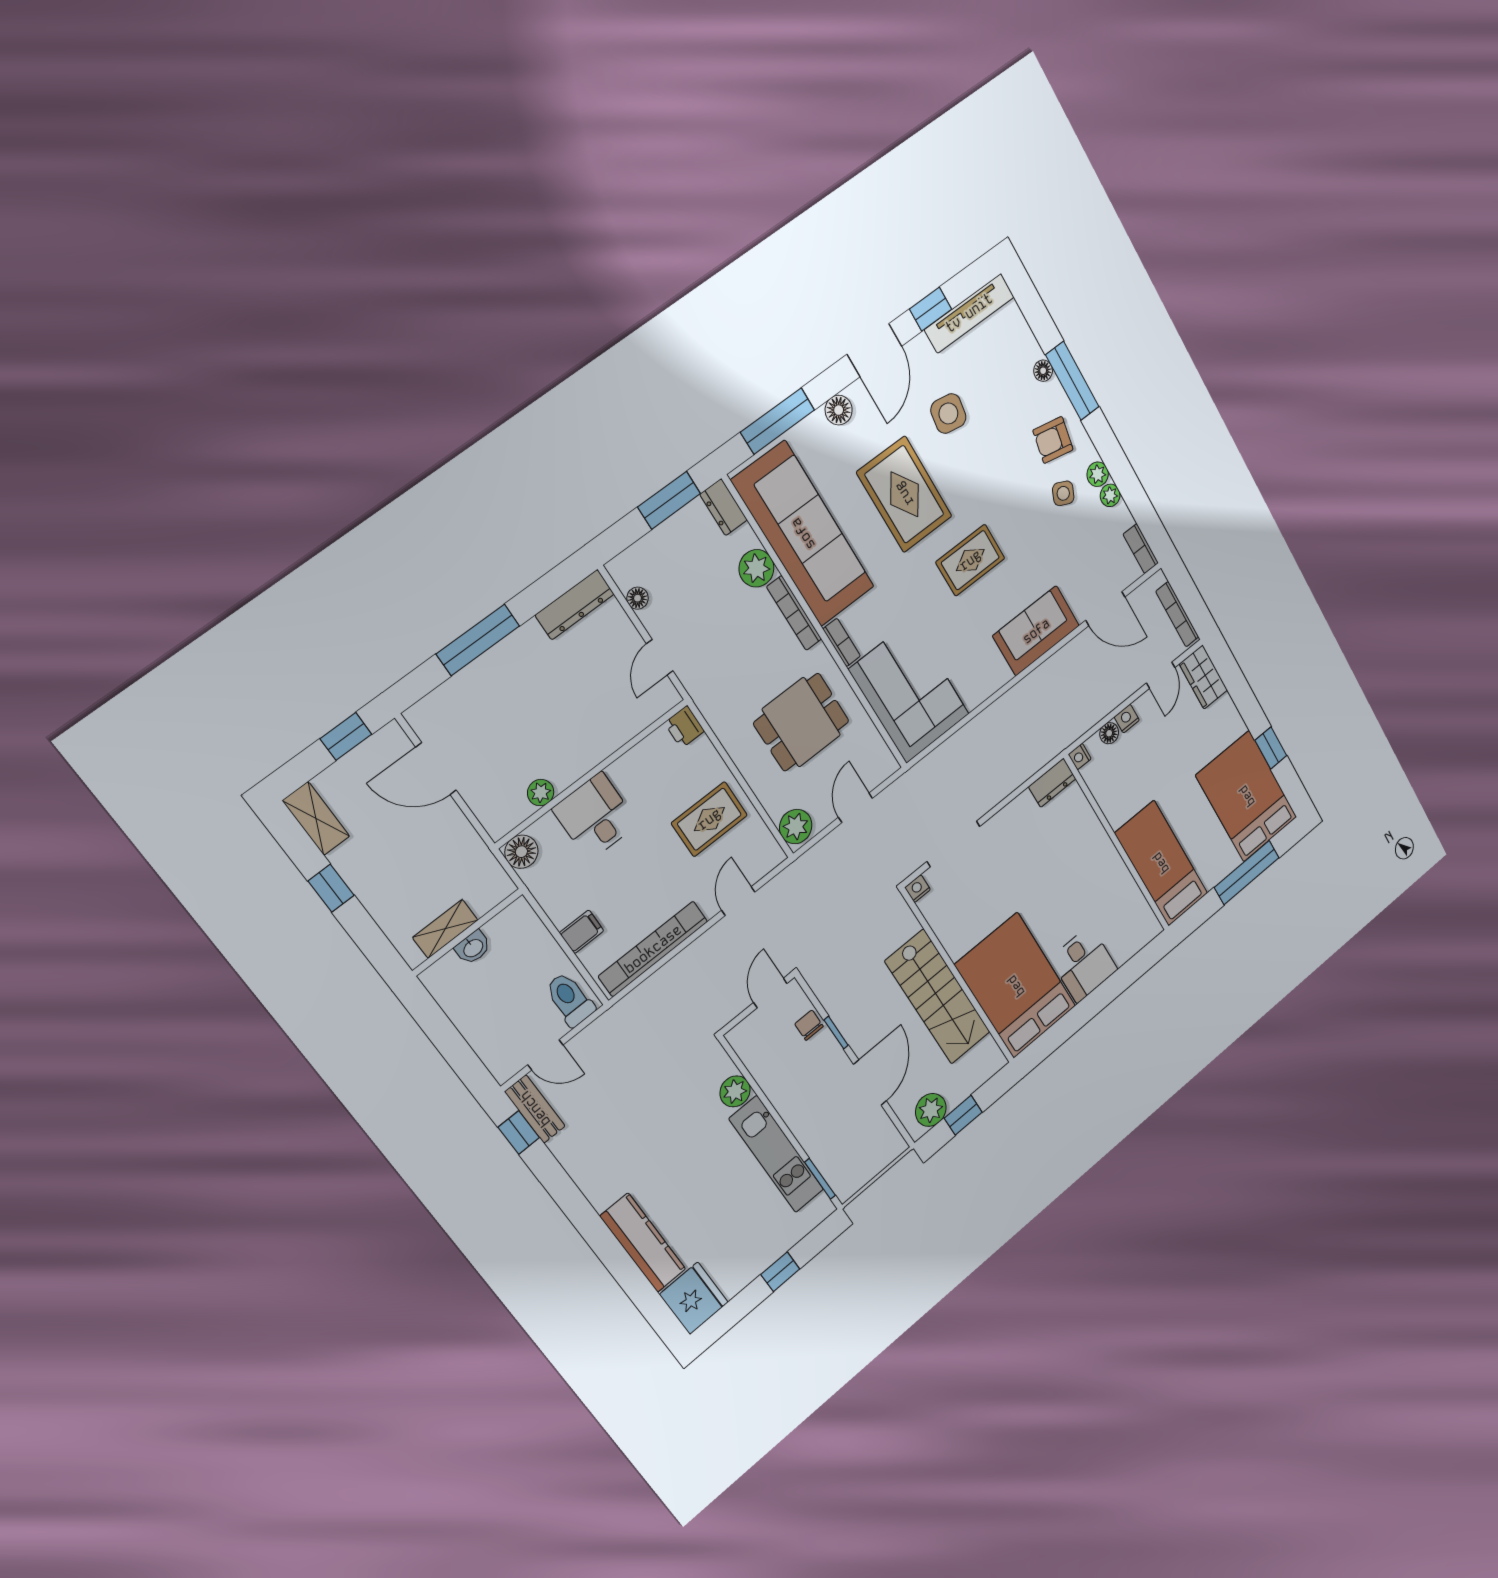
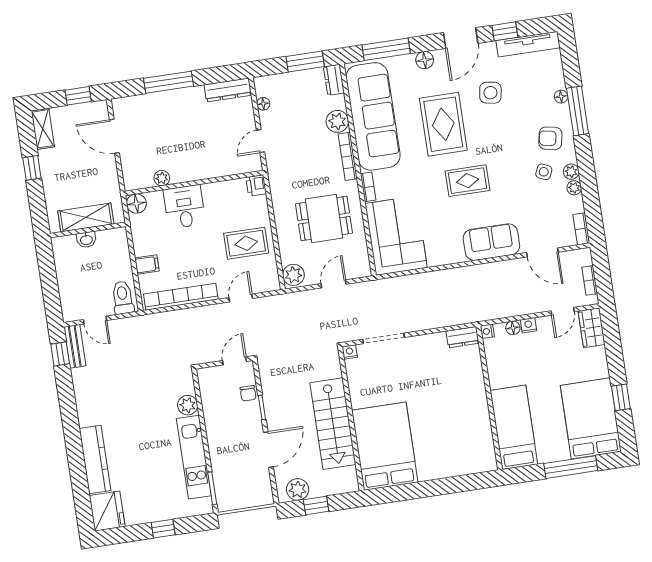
bookcase: (1177, 614) -> (590, 280), width x0.64
shelving: (445, 929) -> (86, 218), width x1.50, depth x1.33
desk: (1084, 964) -> (435, 460), removed
chair: (809, 1025) -> (248, 393), turned 180

